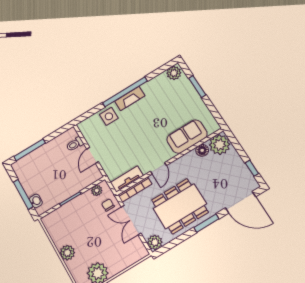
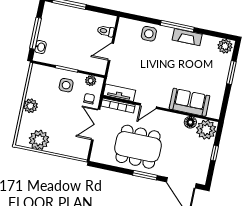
window: (125, 92) -> (177, 26), width x0.68
fireplace: (130, 98) -> (187, 37), moved
window: (252, 168) -> (215, 153), moved
side table: (81, 211) -> (66, 85), added
plant: (155, 242) -> (98, 155), removed

